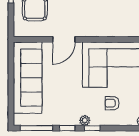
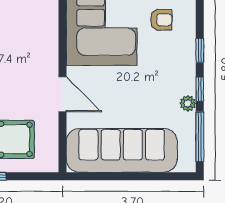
armchair: (112, 103) -> (161, 20), turned -90
plant: (85, 120) -> (188, 103), moved

